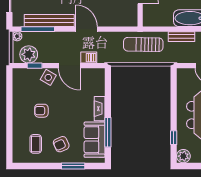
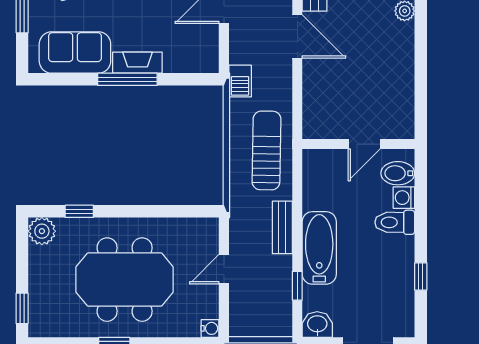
door: (86, 29) -> (297, 36), hinge flipped
barbecue: (89, 58) -> (240, 81), moved
window: (108, 132) -> (127, 79), moved

